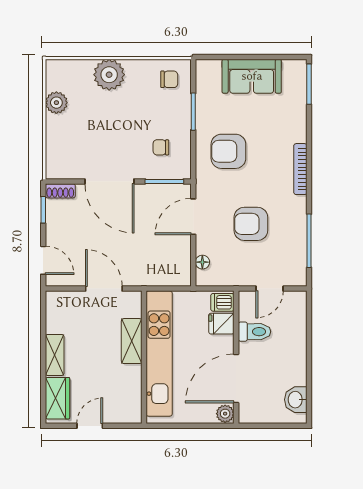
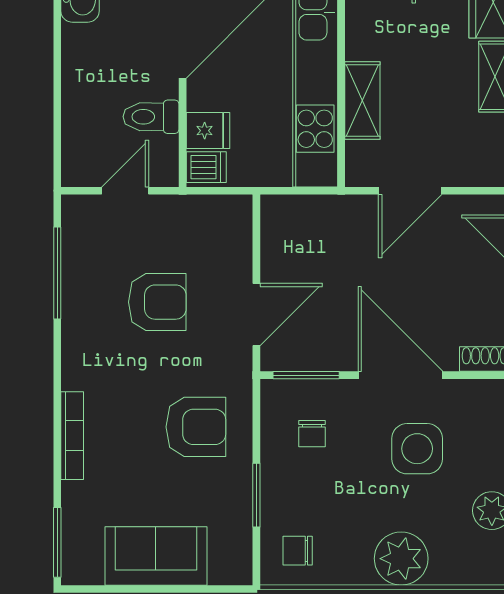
side table: (100, 139) -> (417, 449), added
chair: (161, 147) -> (312, 434), turned 90
bookcase: (300, 169) -> (72, 436), moved
floor lamp: (202, 262) -> (241, 236), removed
door: (104, 289) -> (410, 191), hinge flipped

